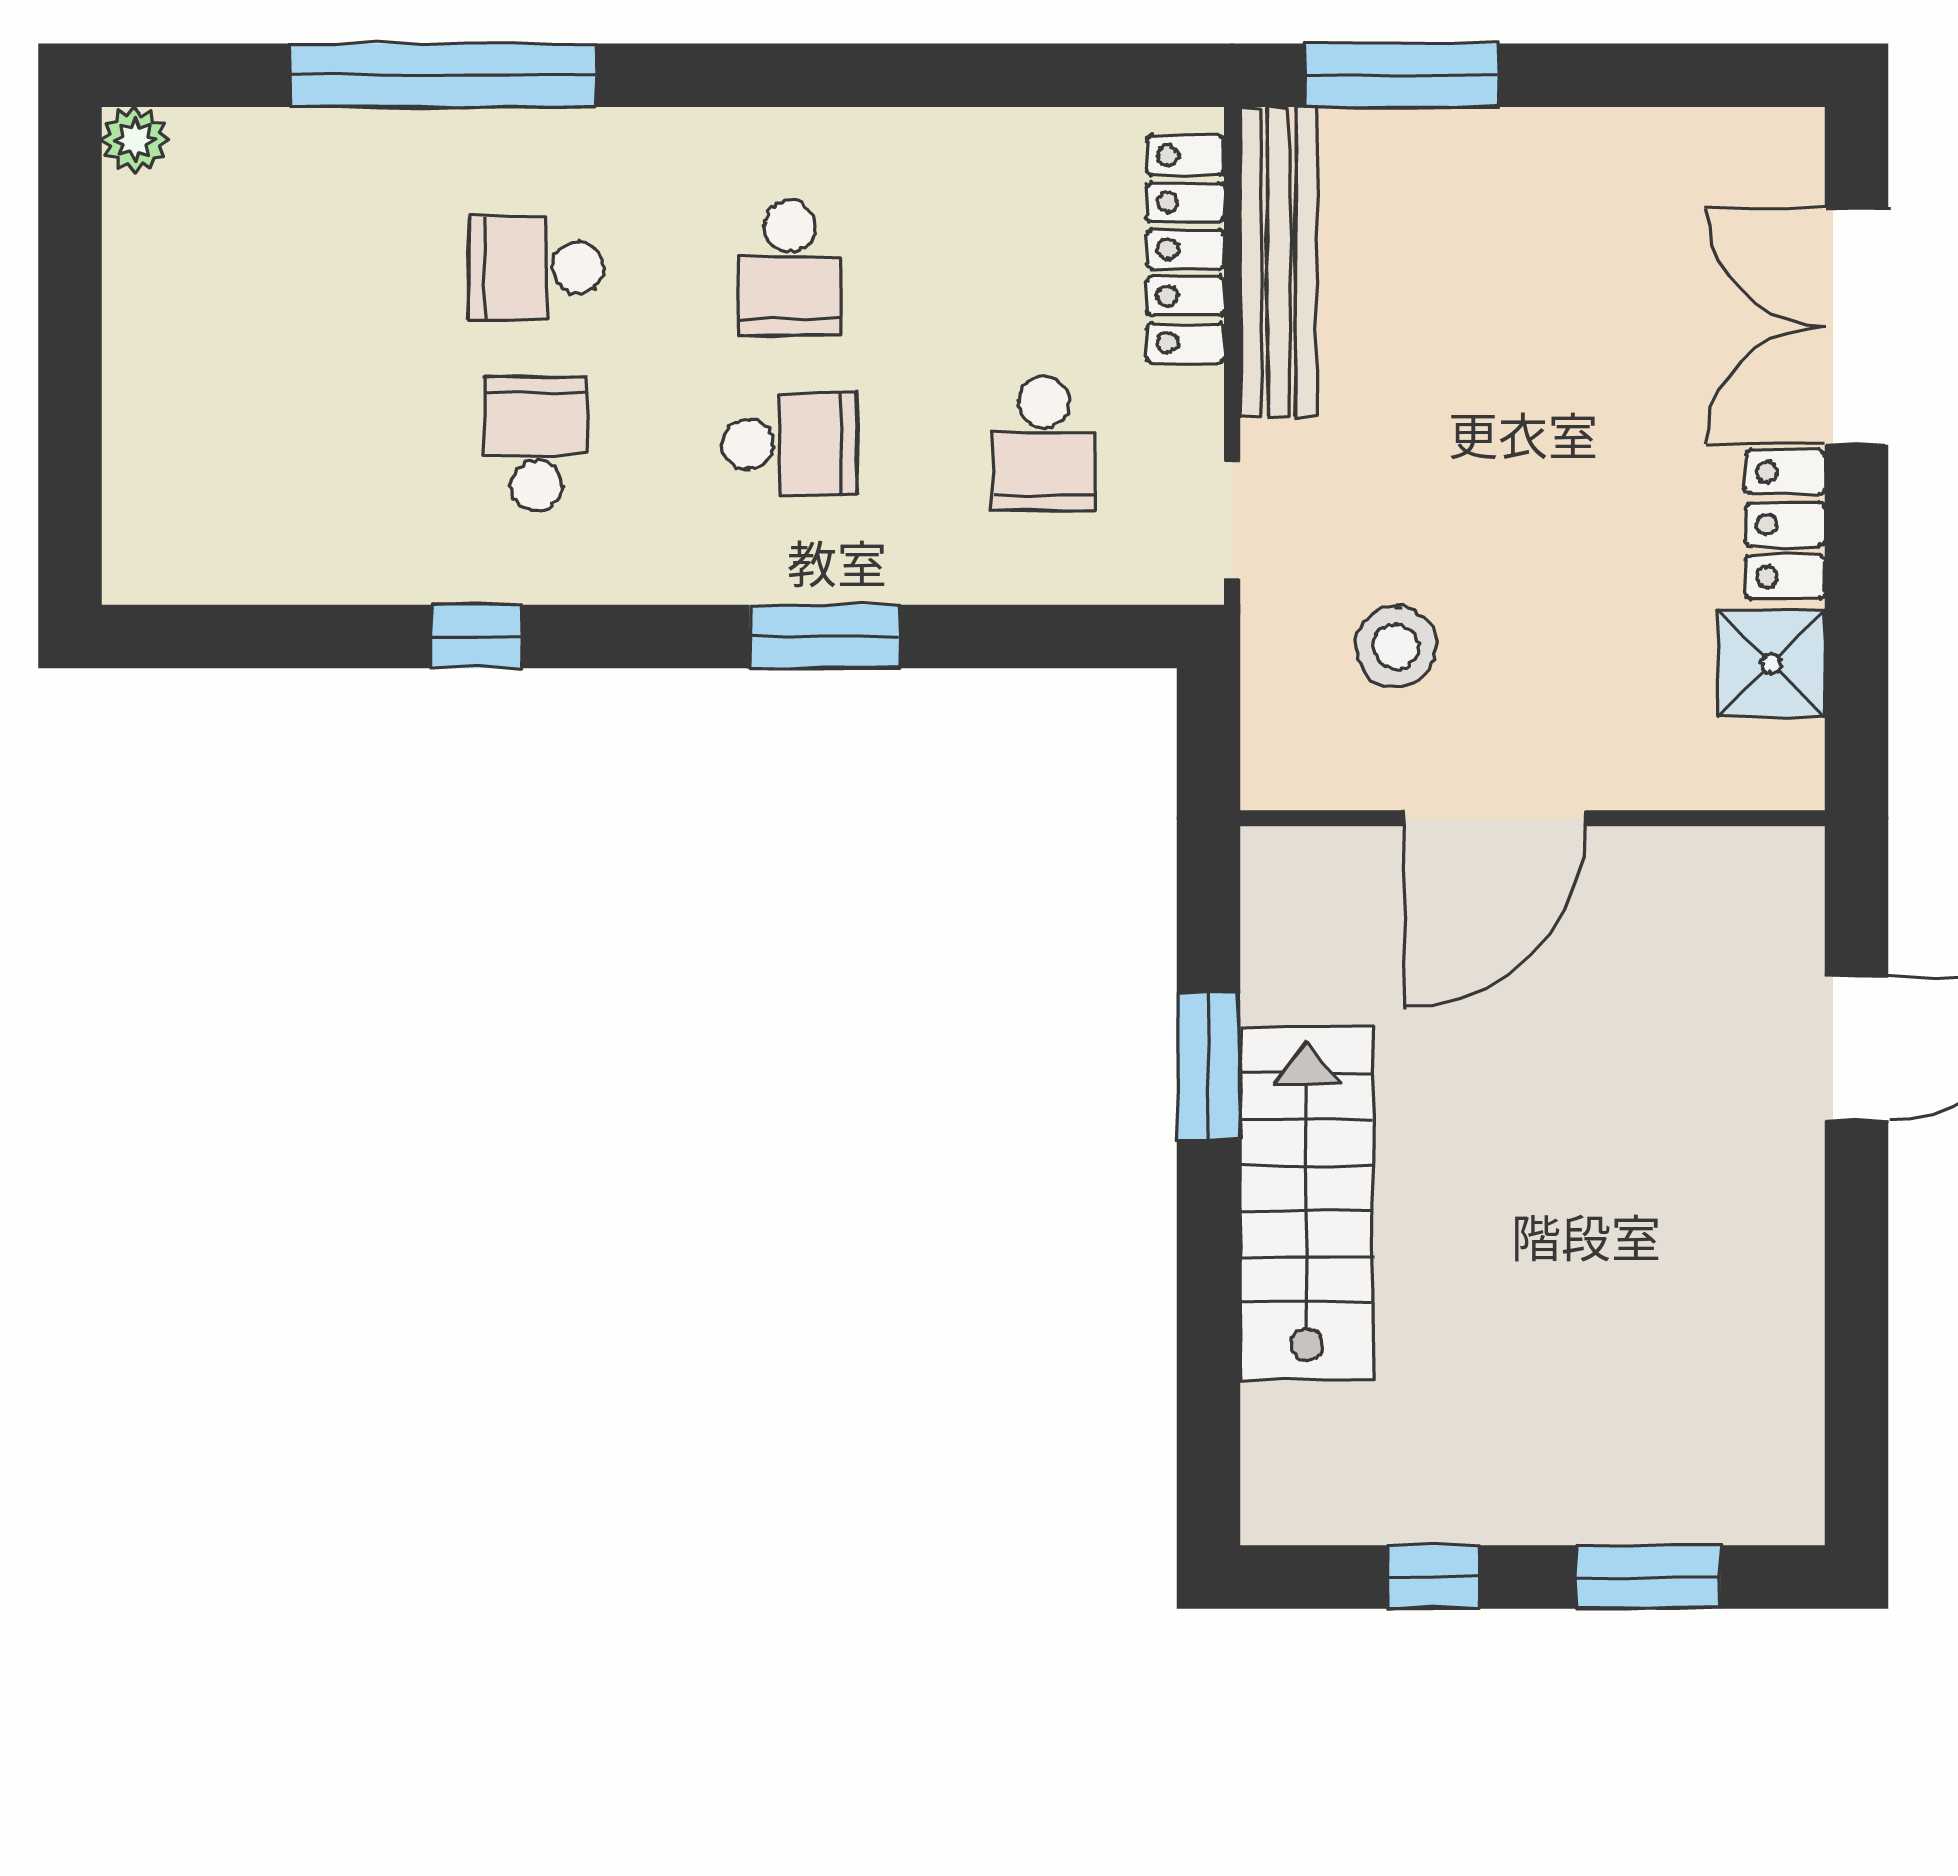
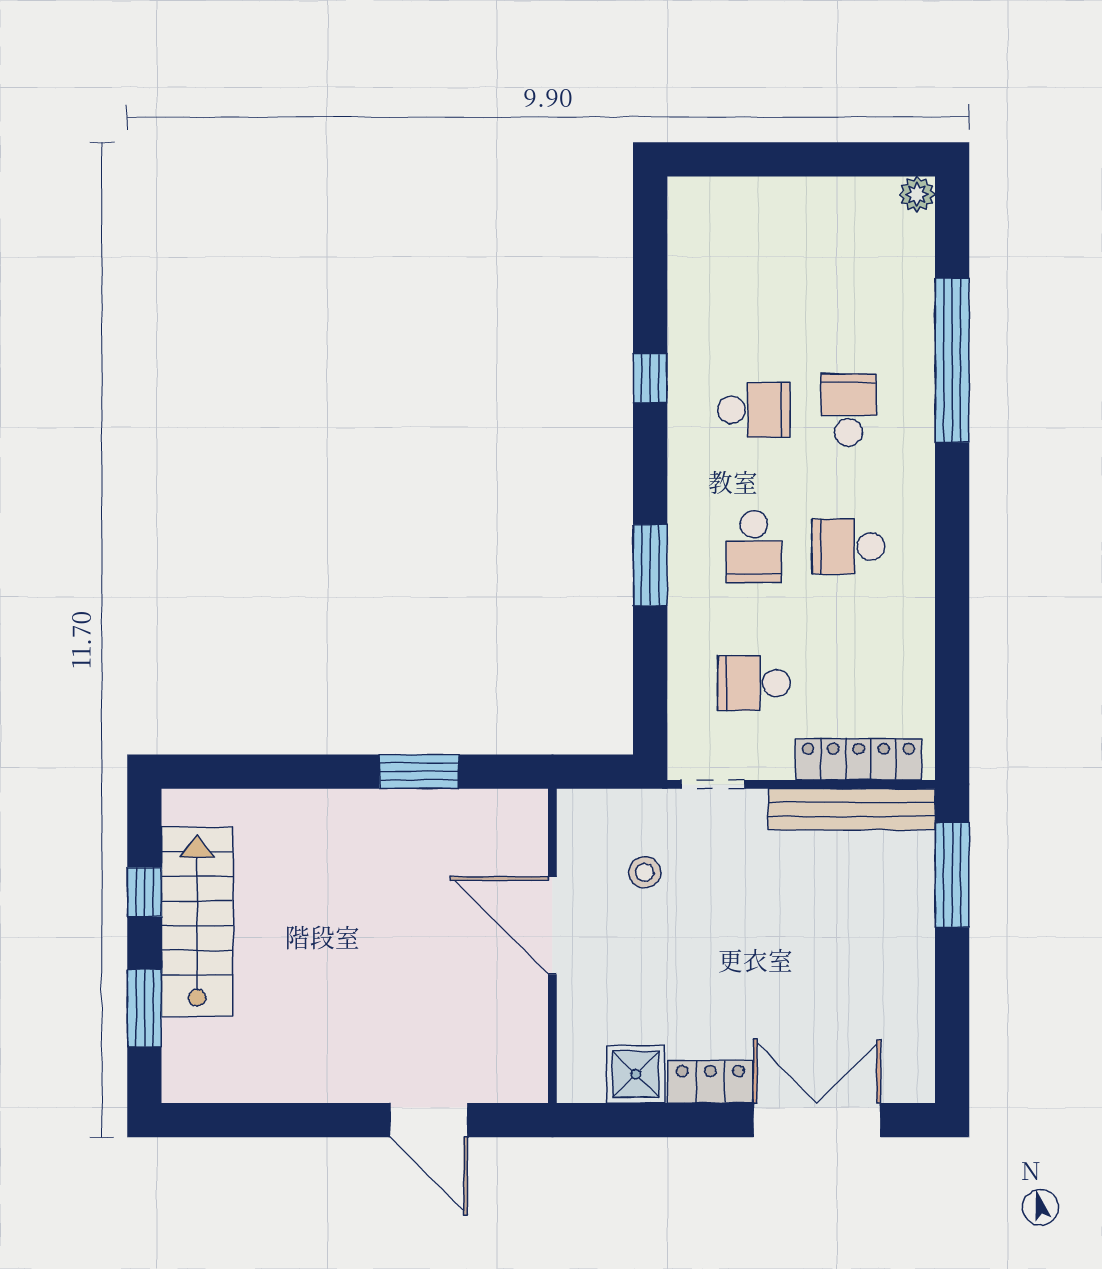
stool: (1396, 647) -> (645, 872), width x0.73, depth x0.73
stairs: (1307, 1204) -> (197, 922), moved, turned -90

